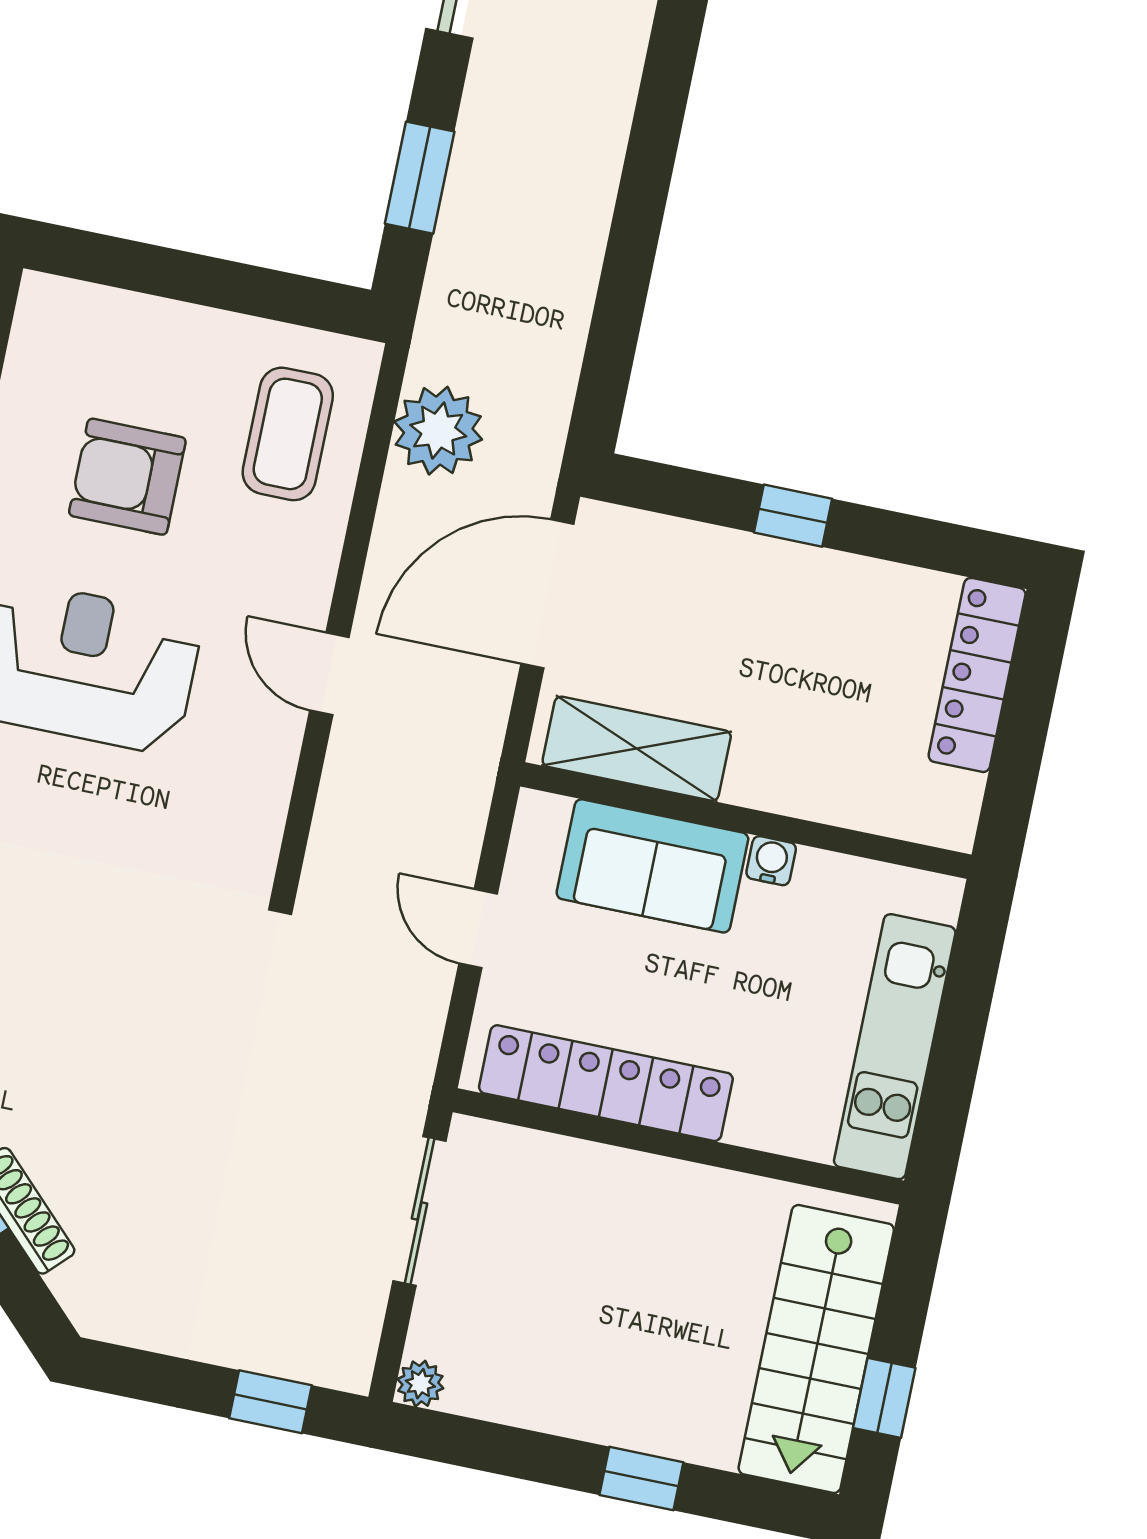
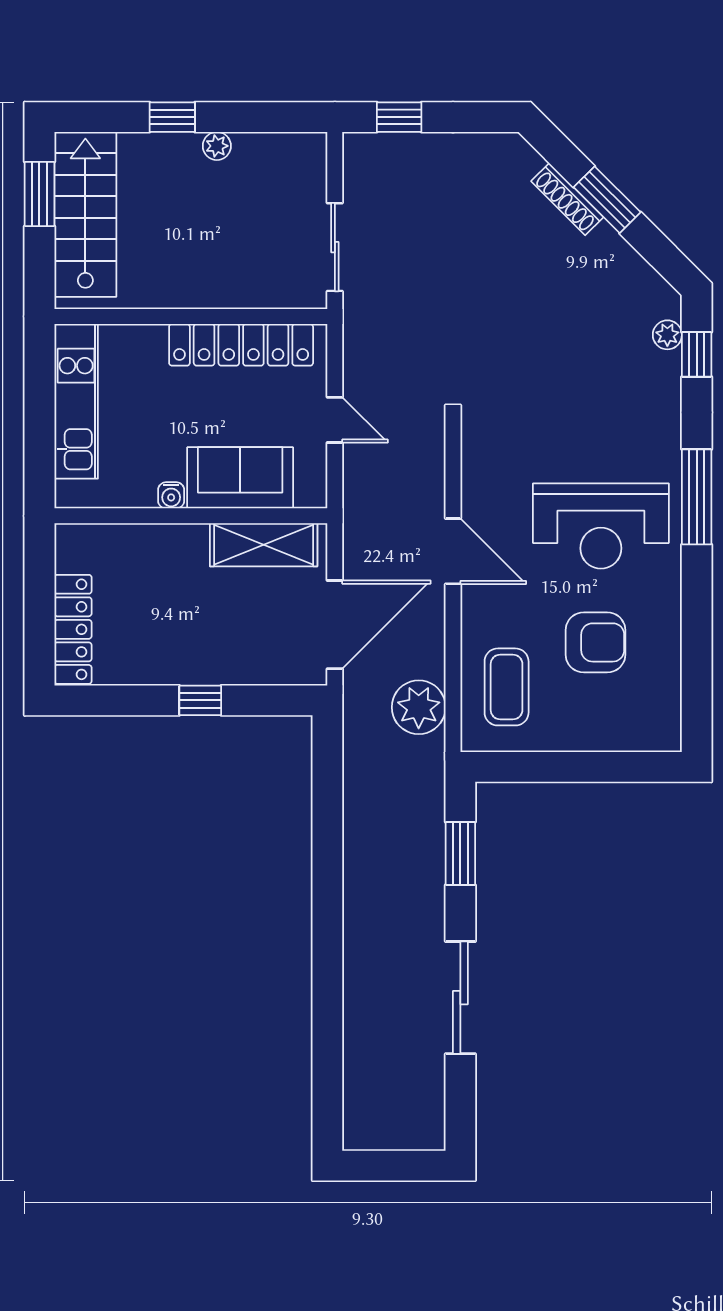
door: (329, 674) -> (453, 551), width x1.38
plant: (420, 1384) -> (217, 146), moved
window: (884, 1398) -> (39, 194), width x1.50

